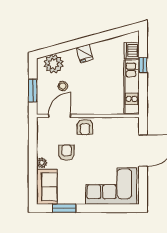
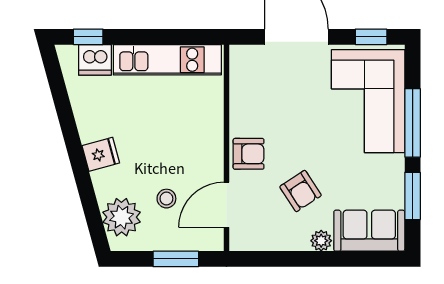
window: (143, 65) -> (88, 37), moved
door: (60, 116) -> (227, 205), hinge flipped
armchair: (66, 153) -> (301, 191), turned -123
window: (143, 188) -> (371, 37), added
window: (100, 208) -> (413, 123), added

